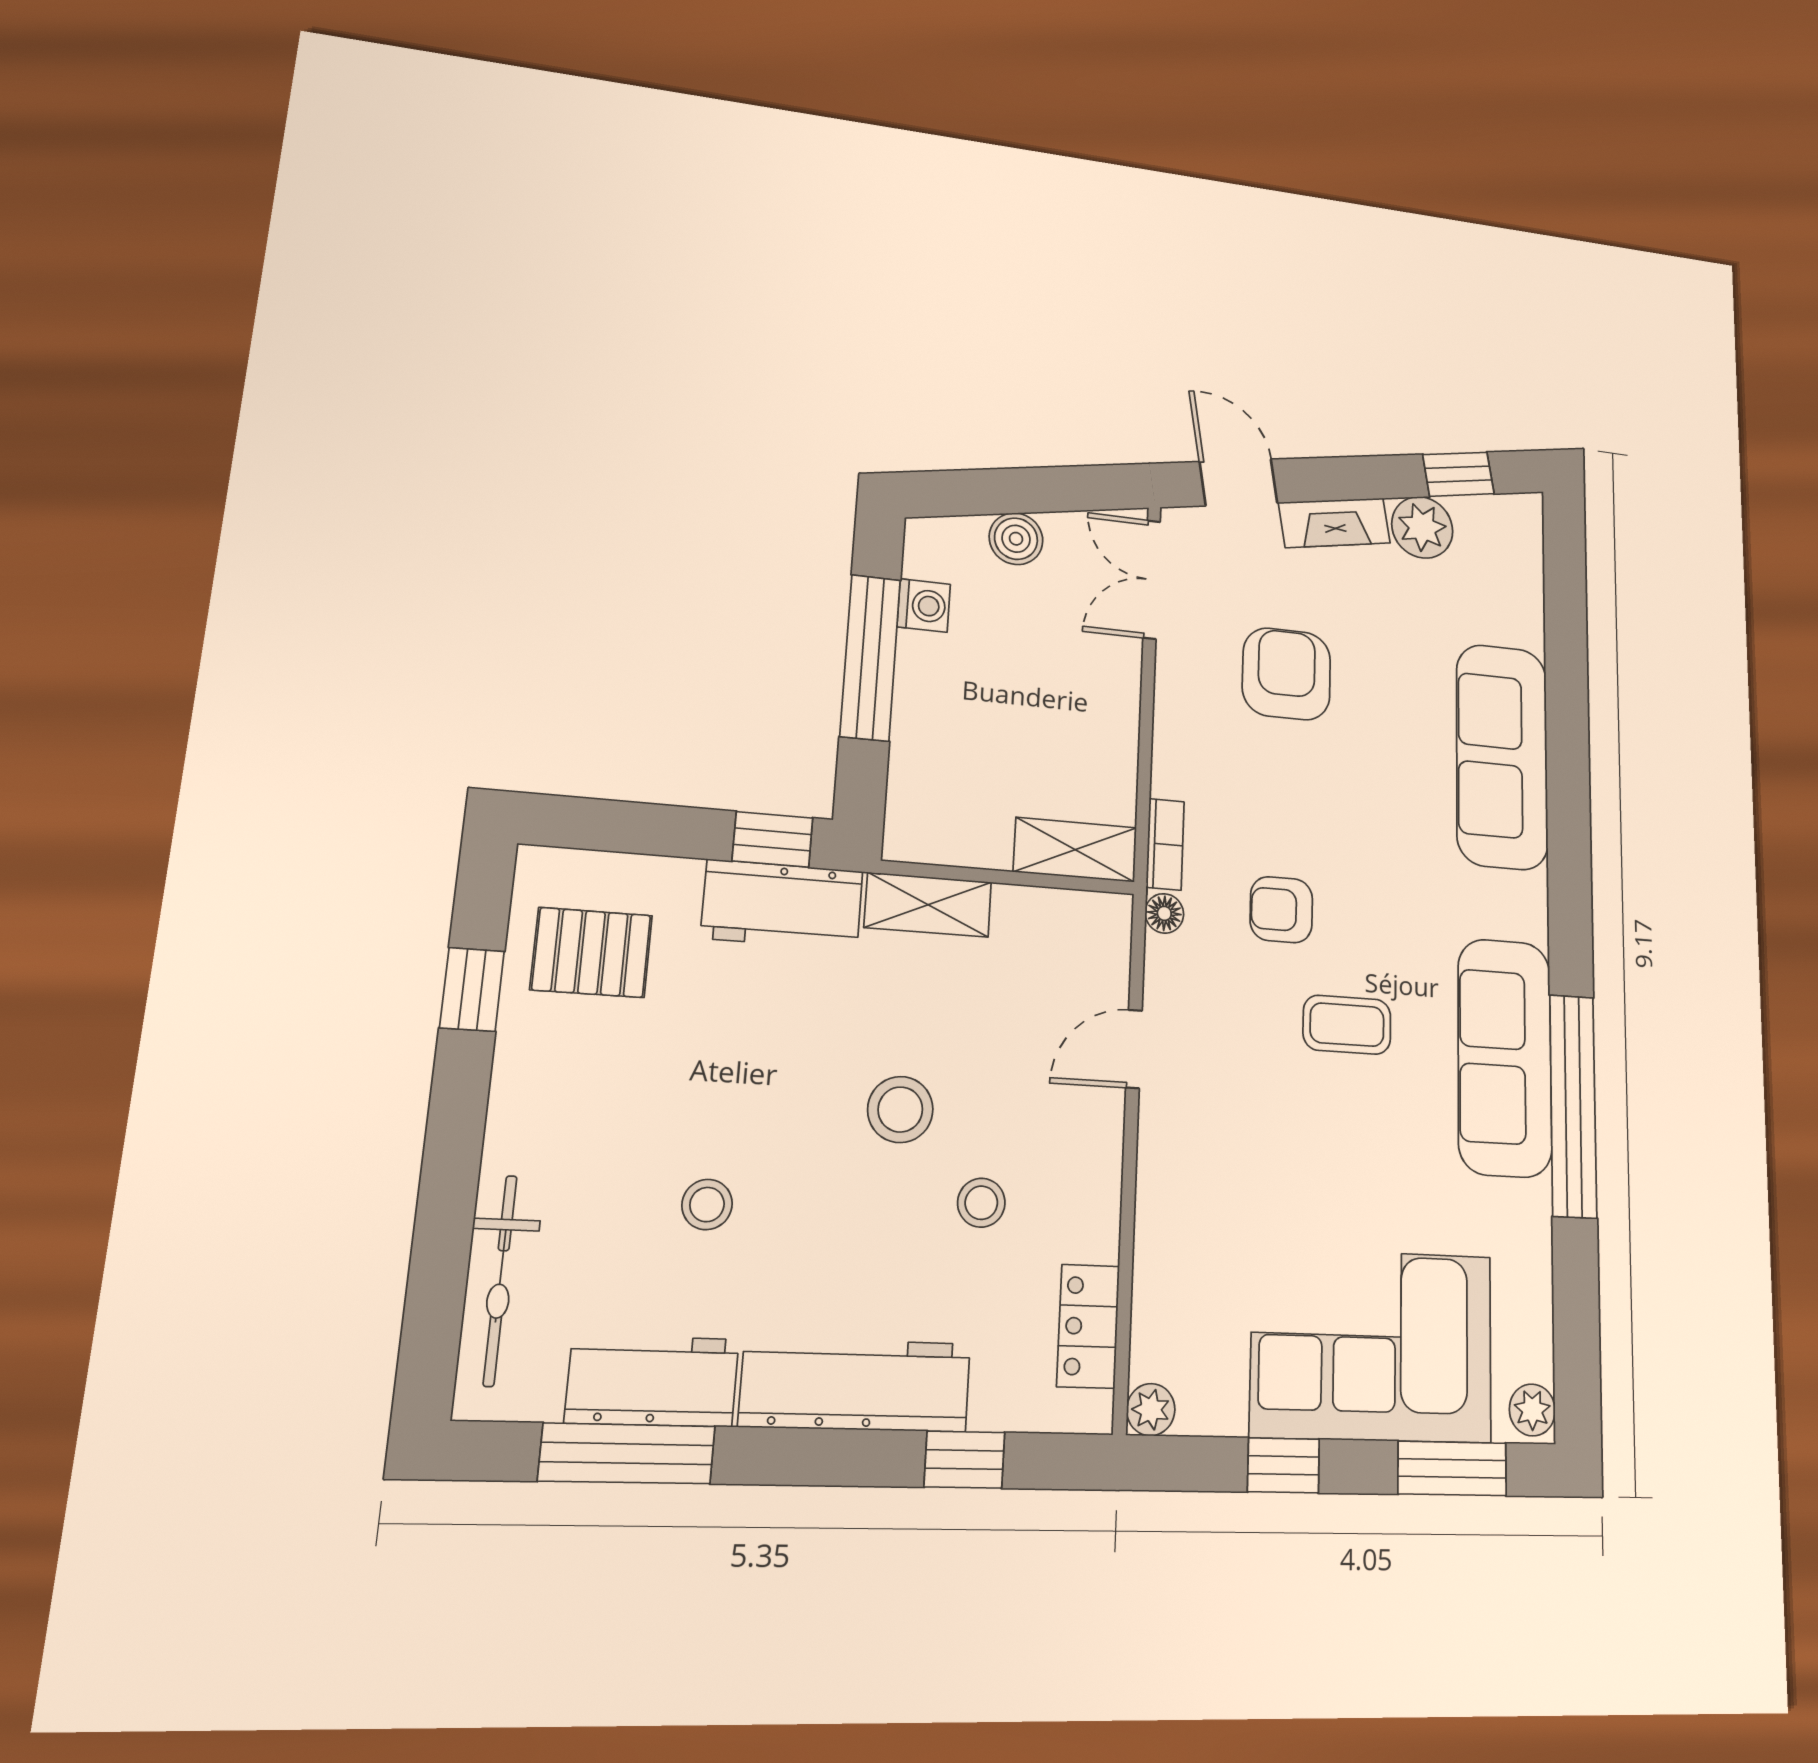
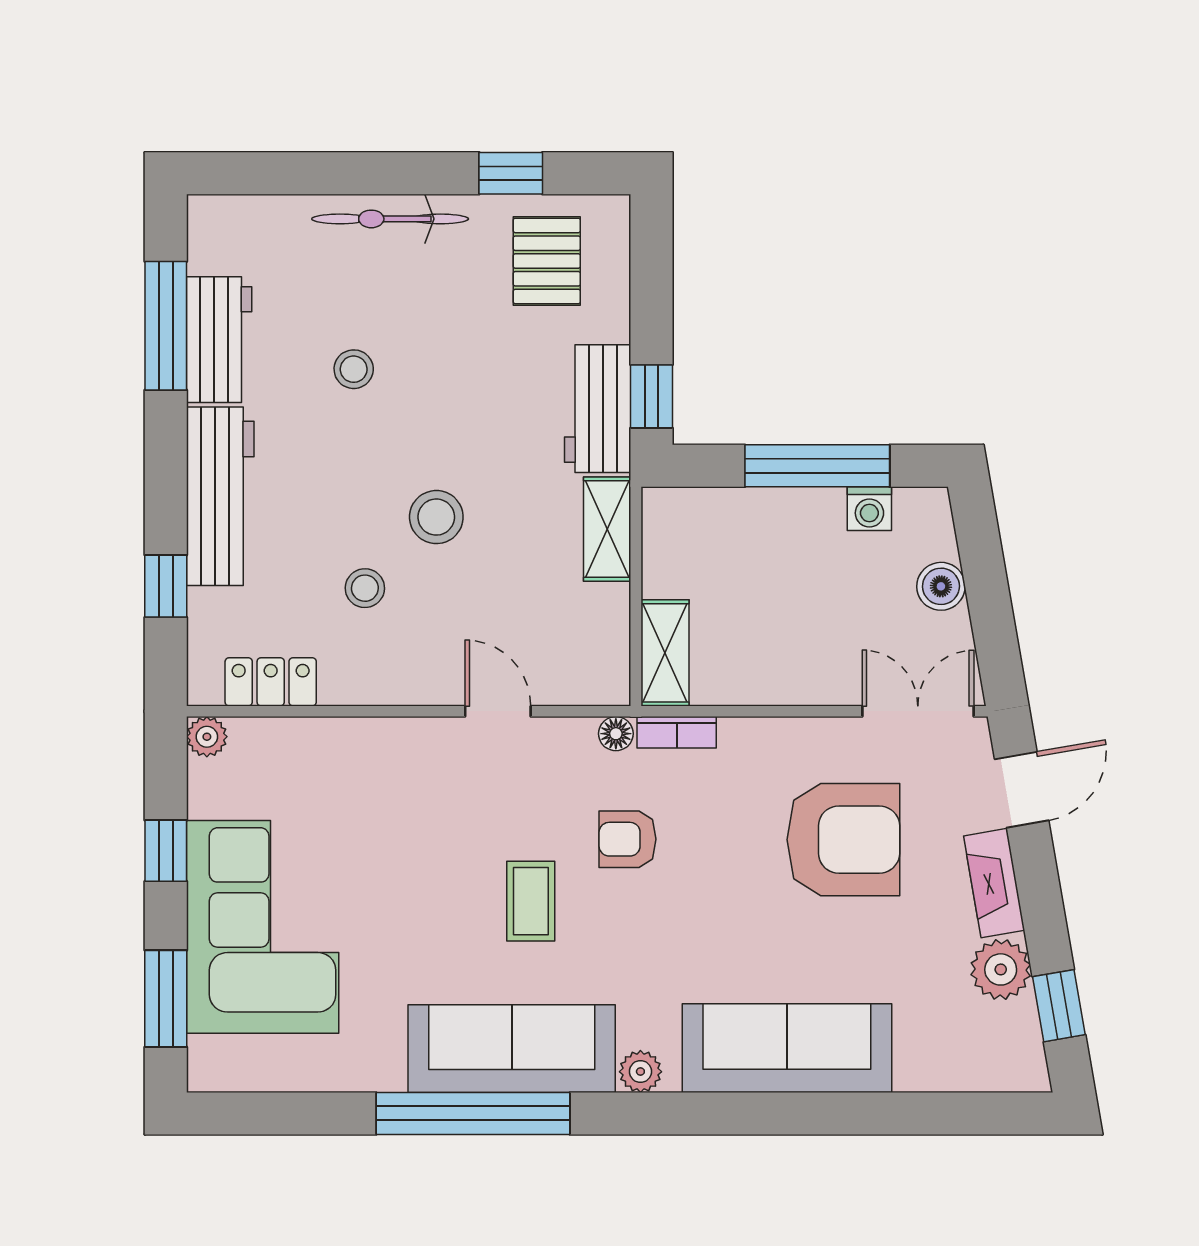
armchair: (1287, 674) -> (843, 840), width x1.36, depth x1.36
armchair: (1281, 910) -> (628, 839), turned -90
bicycle: (500, 1280) -> (390, 219), moved
plant: (1532, 1410) -> (640, 1072), moved

